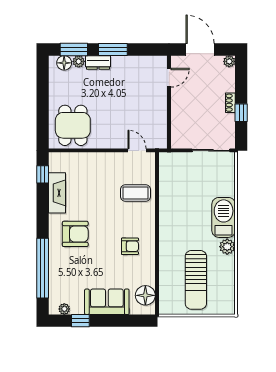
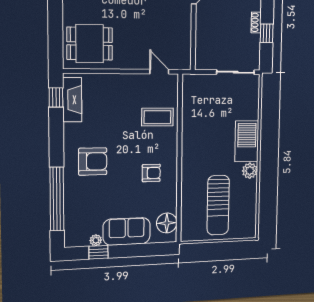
dining table: (73, 125) -> (90, 44), turned 90
fireplace: (57, 193) -> (72, 100), moved
plant: (64, 309) -> (96, 240), moved

